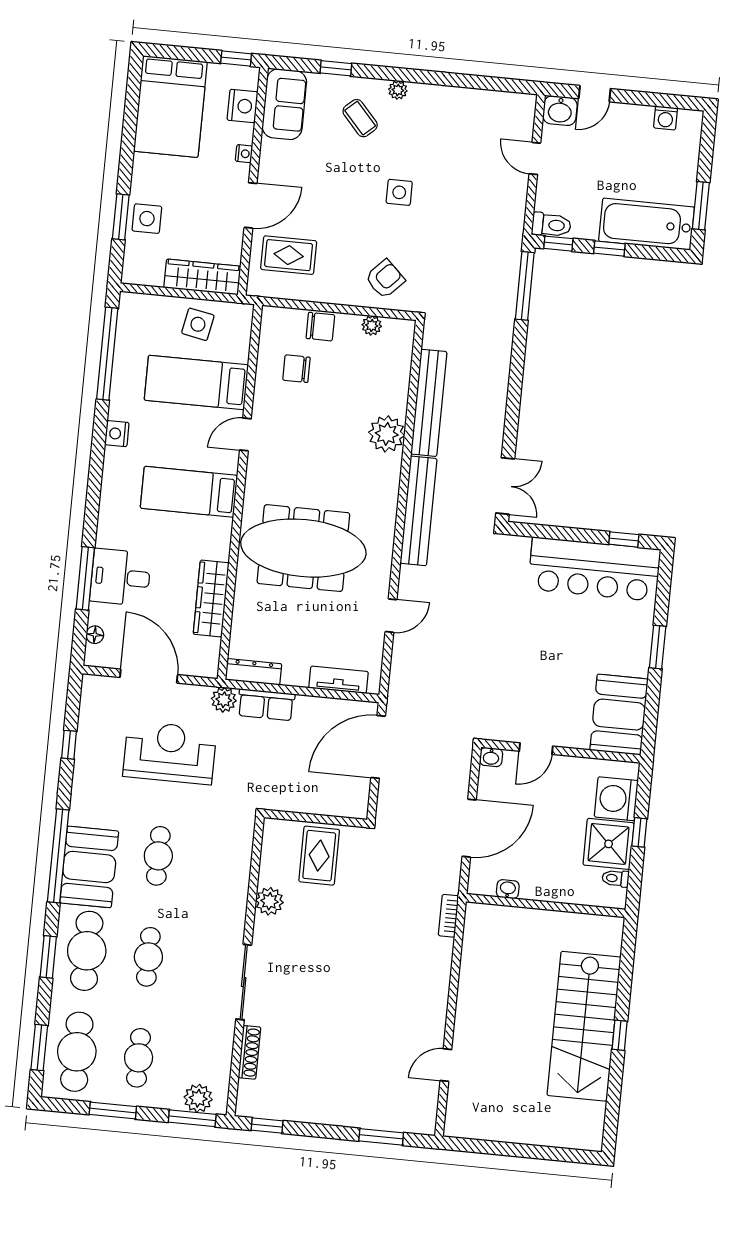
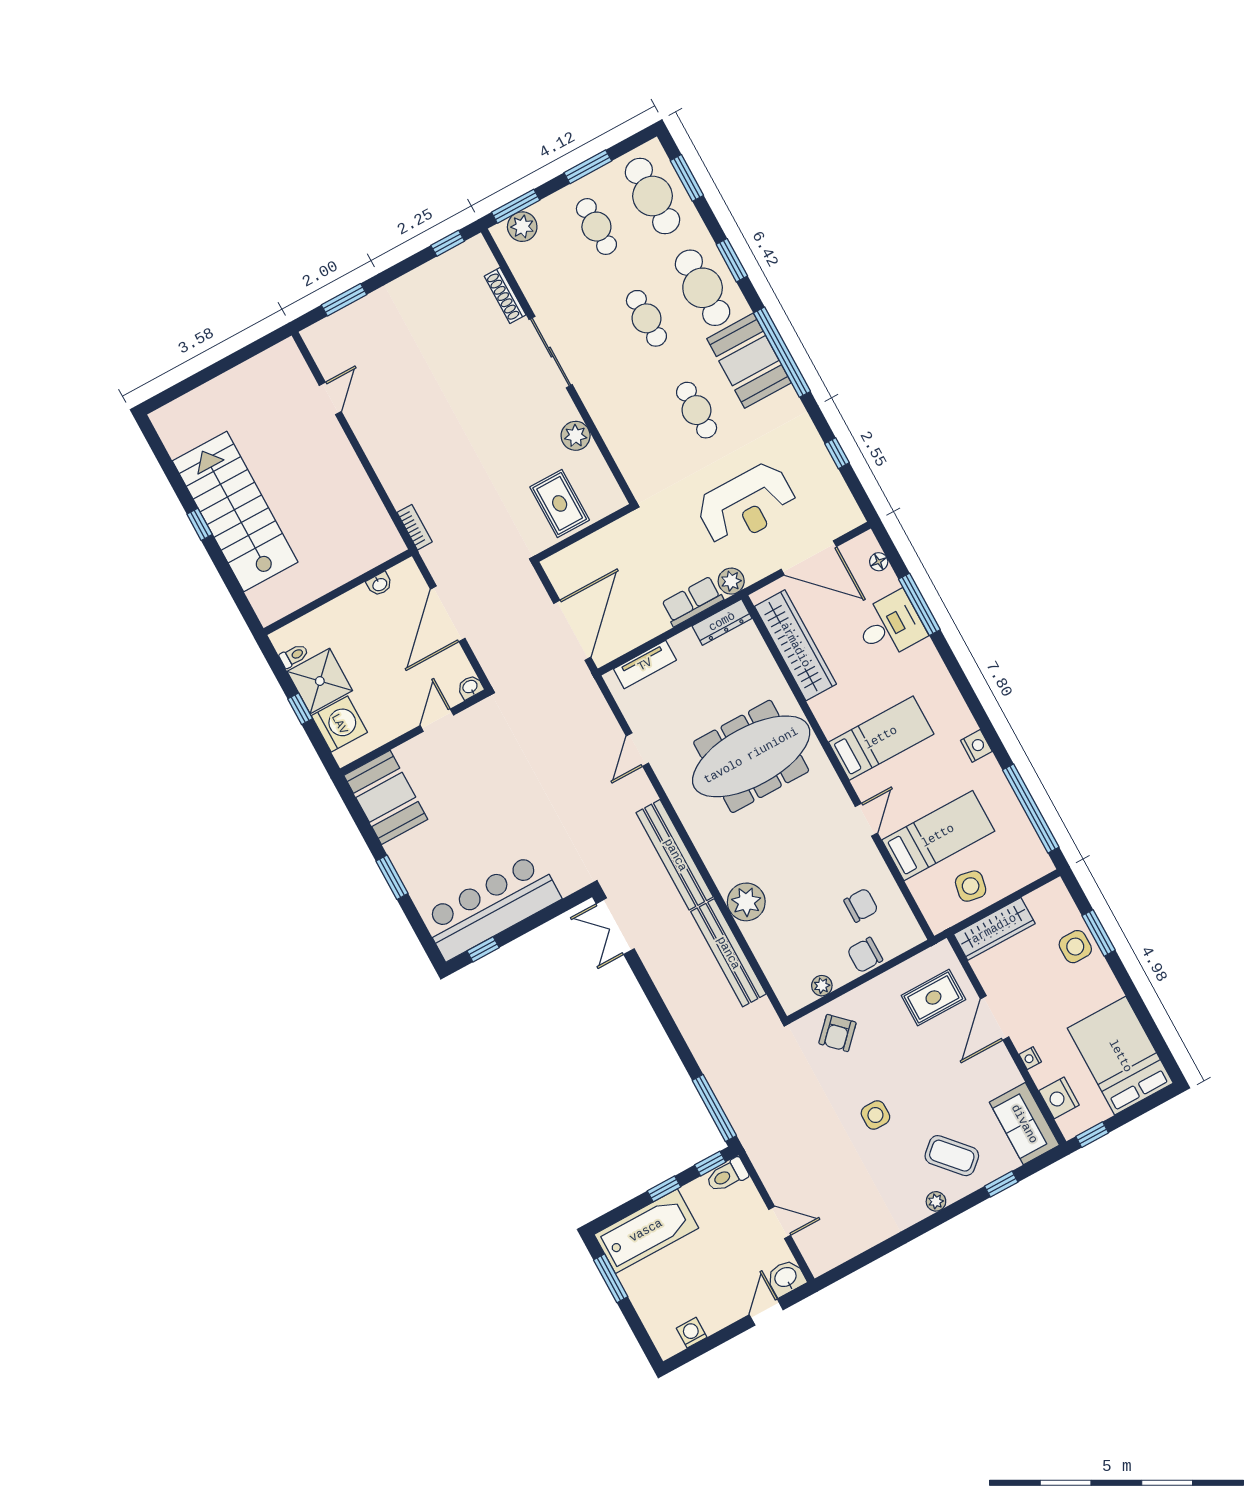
coffee table: (360, 118) -> (952, 1156), width x1.36, depth x1.30
wardrobe: (211, 598) -> (795, 645), width x1.40, depth x1.17

